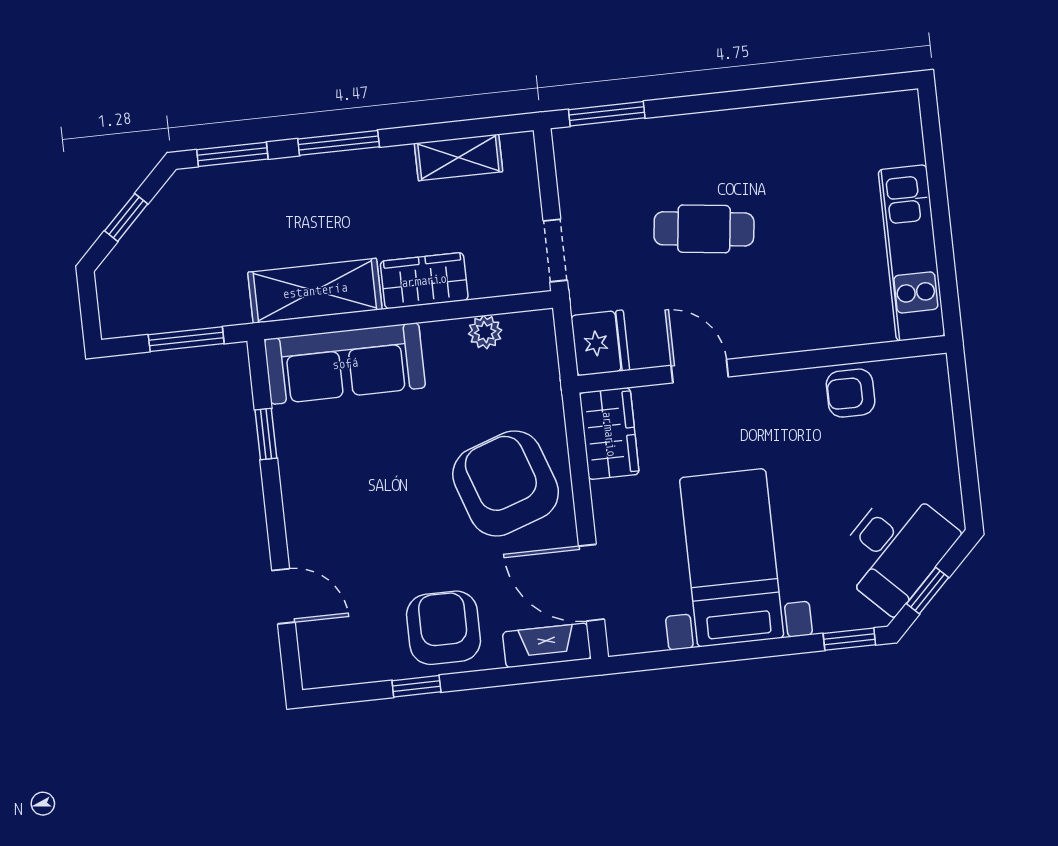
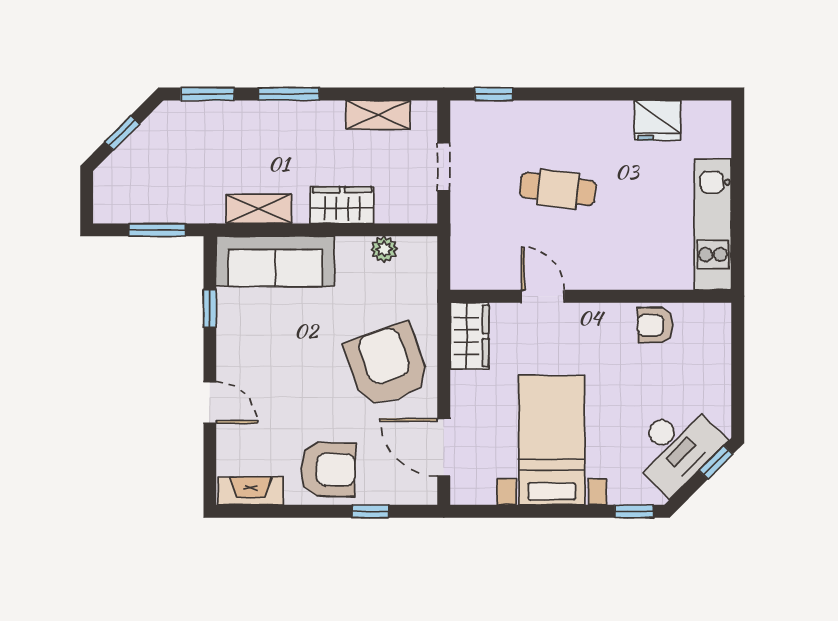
window: (607, 114) -> (494, 94), width x0.67
doorway: (555, 250) -> (444, 167), moved
shelving: (315, 291) -> (259, 209), width x0.67, depth x0.75
fridge: (600, 343) -> (658, 120), moved, turned 90
window: (928, 591) -> (716, 462), moved
door: (284, 596) -> (210, 403), moved
armchair: (444, 628) -> (328, 469), turned 92
fireplace: (547, 645) -> (251, 491), moved
window: (416, 686) -> (371, 511), moved

